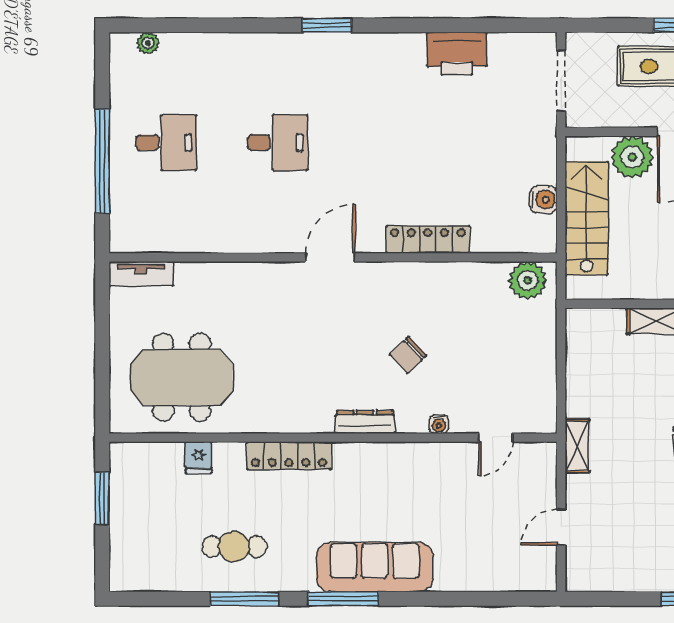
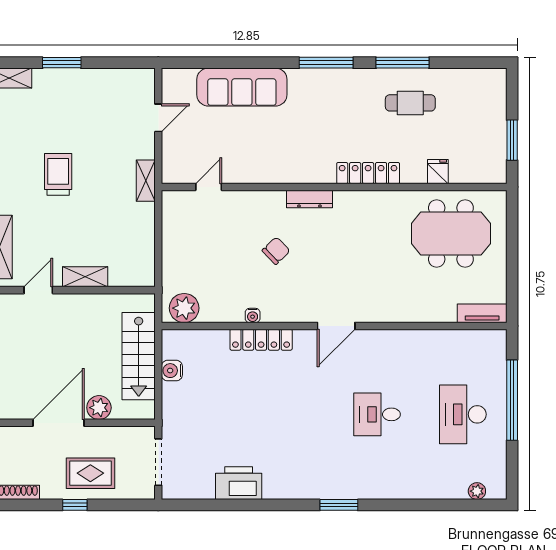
desk: (166, 143) -> (463, 414), width x1.37
plant: (632, 157) -> (99, 408), width x0.73, depth x0.73
water cooler: (439, 424) -> (253, 316), moved, turned 180
sofa: (375, 567) -> (242, 87), moved

